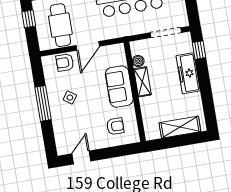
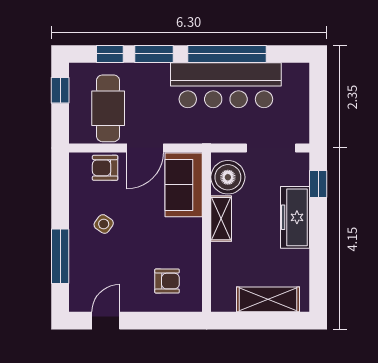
boiler: (138, 61) -> (228, 177), width x1.86, depth x1.86
sofa: (119, 87) -> (184, 185), moved
window: (43, 103) -> (60, 256), moved

